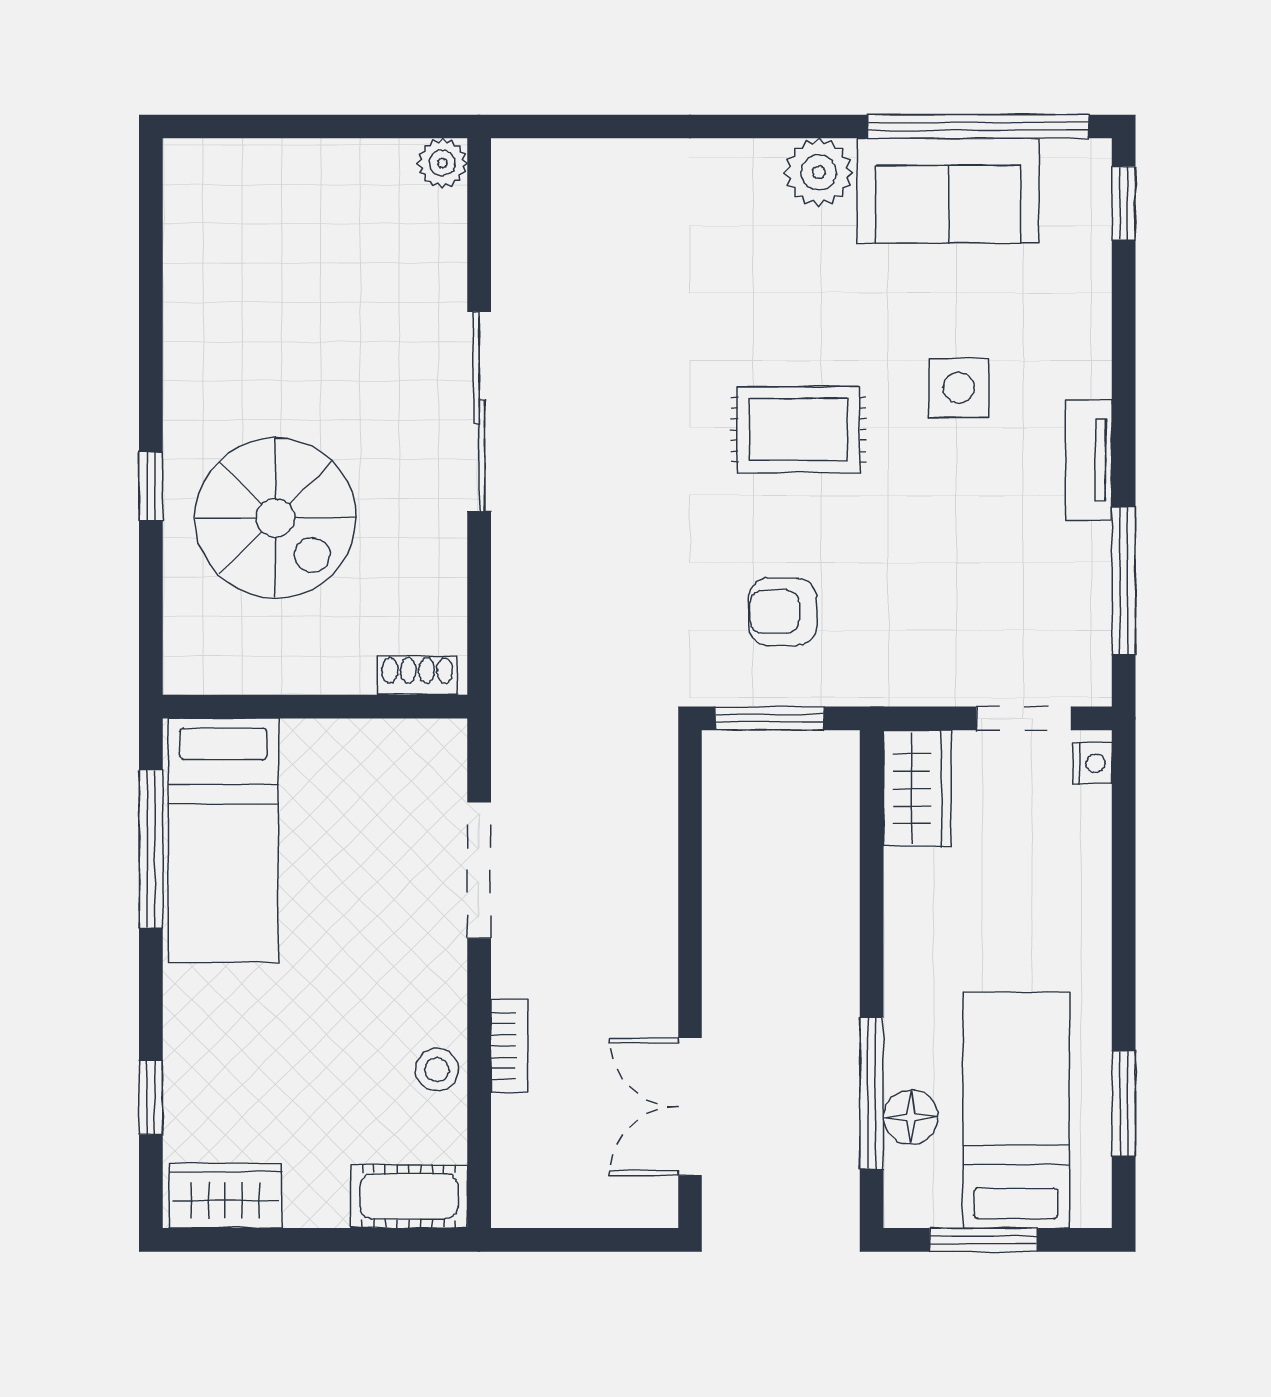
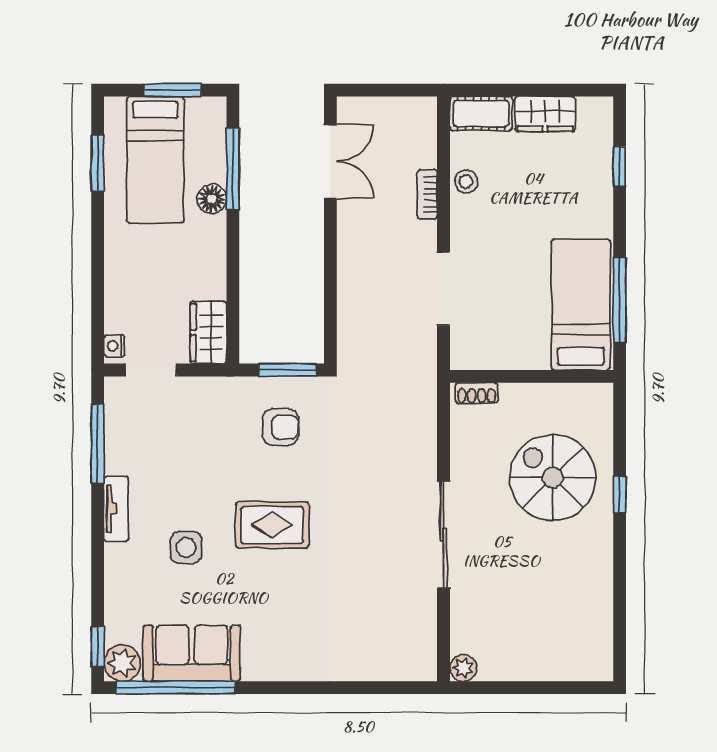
plant: (819, 172) -> (122, 663), moved
floor lamp: (911, 1117) -> (212, 199), moved
wardrobe: (225, 1195) -> (545, 114), moved

